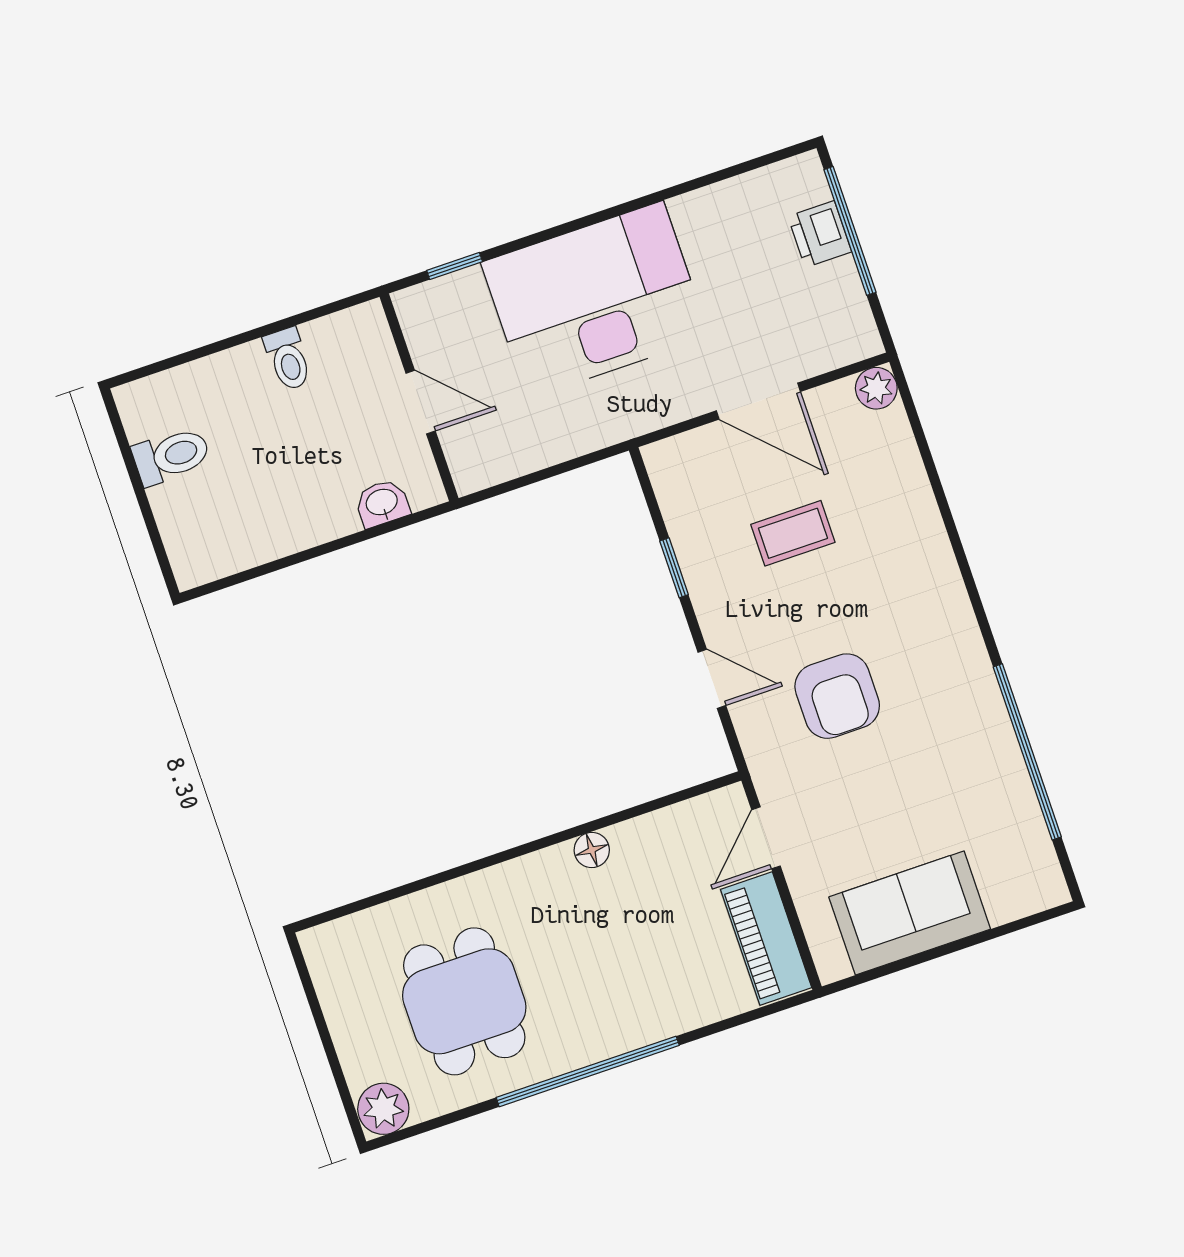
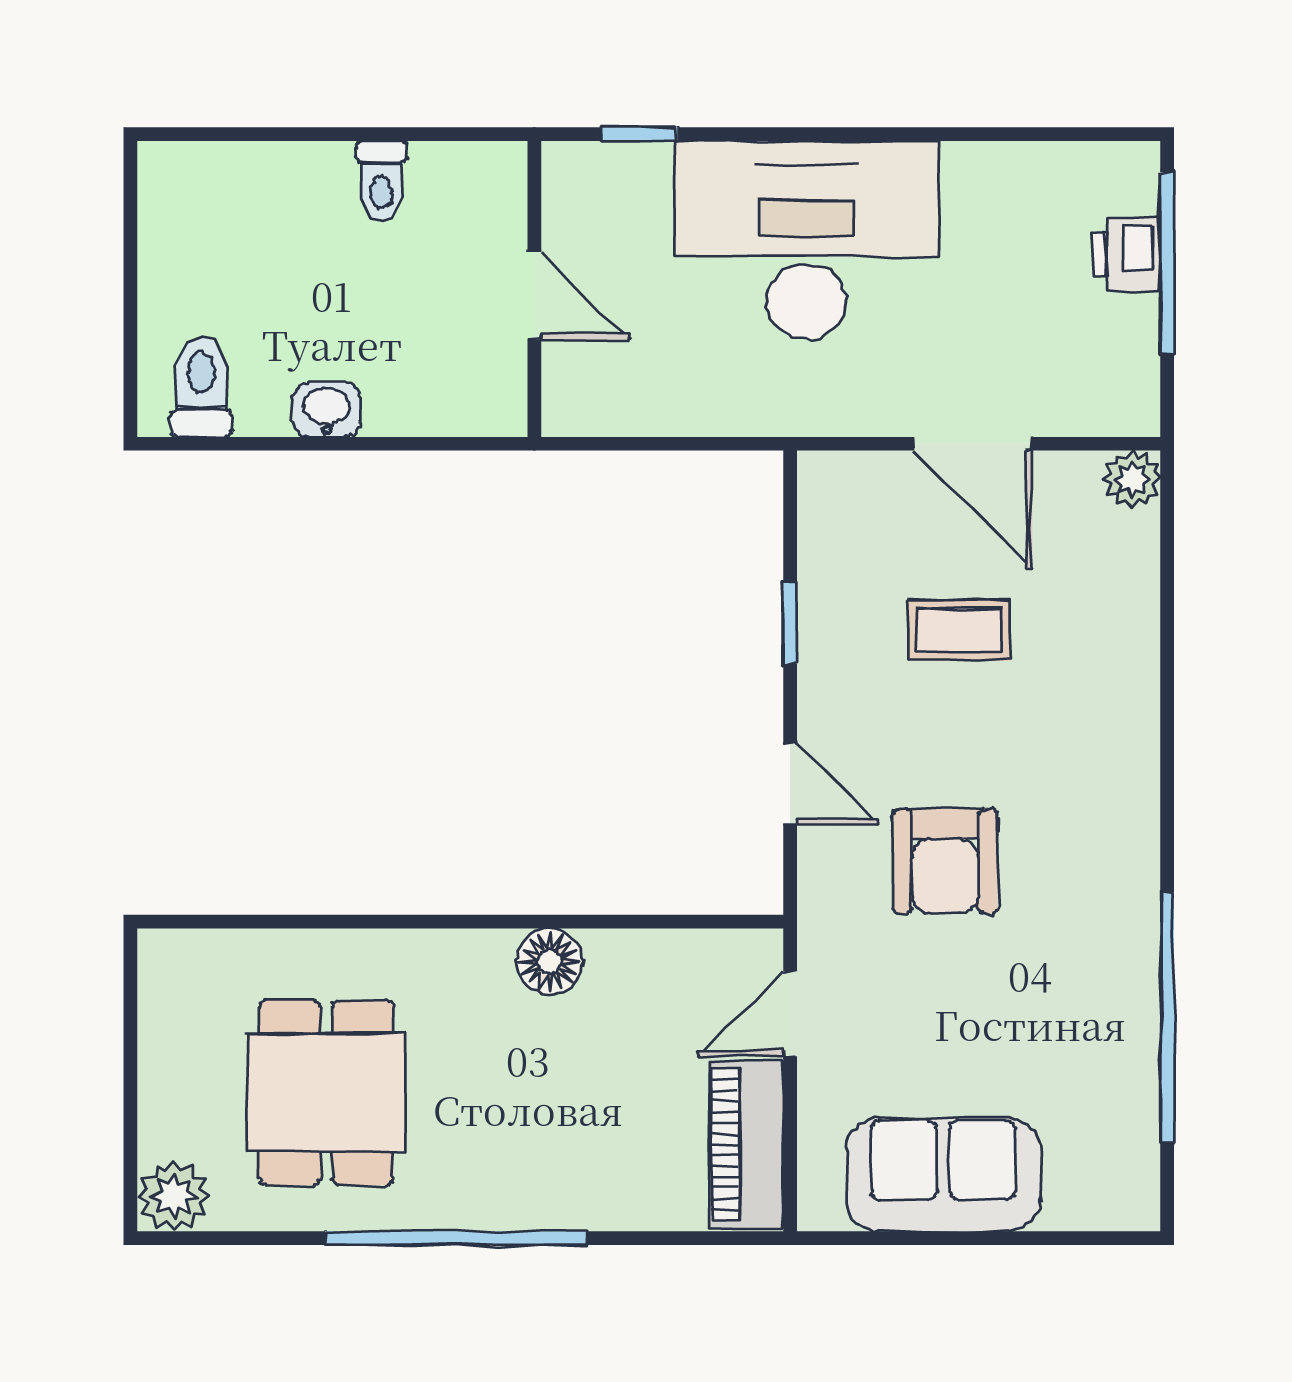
toilet: (171, 456) -> (201, 387), moved, turned -90
washbasin: (382, 503) -> (327, 410), moved
floor lamp: (592, 850) -> (550, 962), width x1.37, depth x1.37

